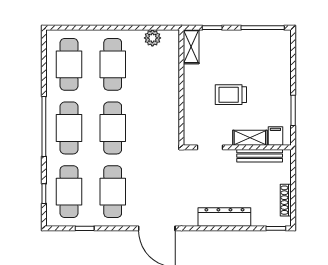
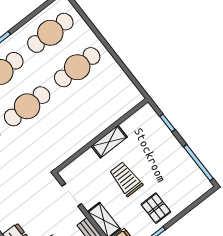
plant: (152, 38) -> (123, 82), removed
shelving: (191, 47) -> (109, 142), moved
pallet: (272, 89) -> (156, 208), added

